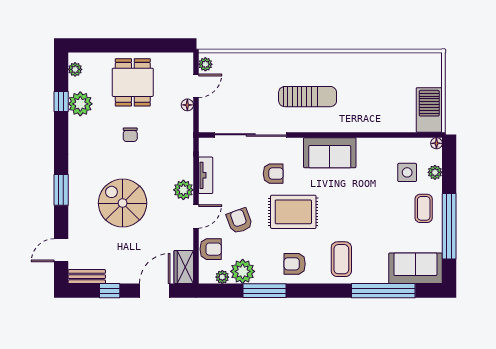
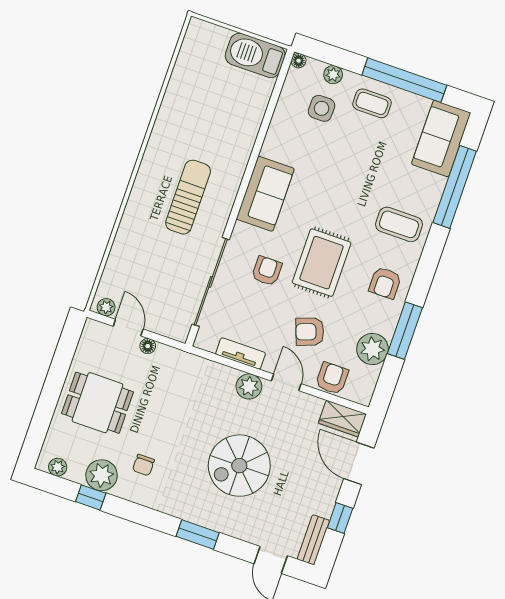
chair: (130, 135) -> (143, 465), moved, turned 90
plant: (222, 277) -> (371, 376), removed

